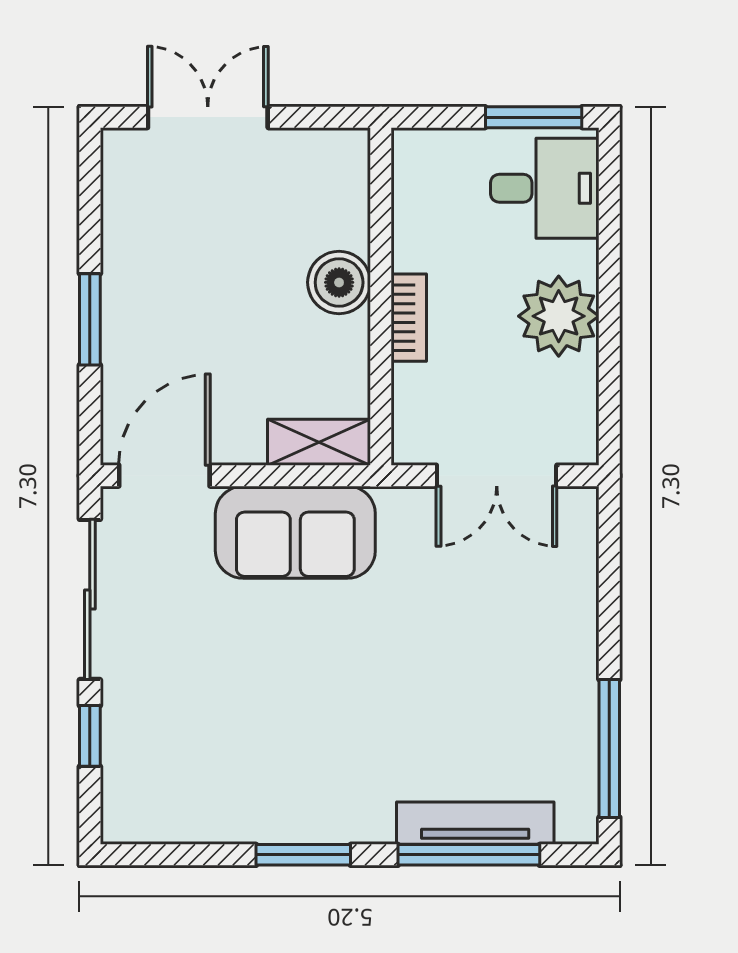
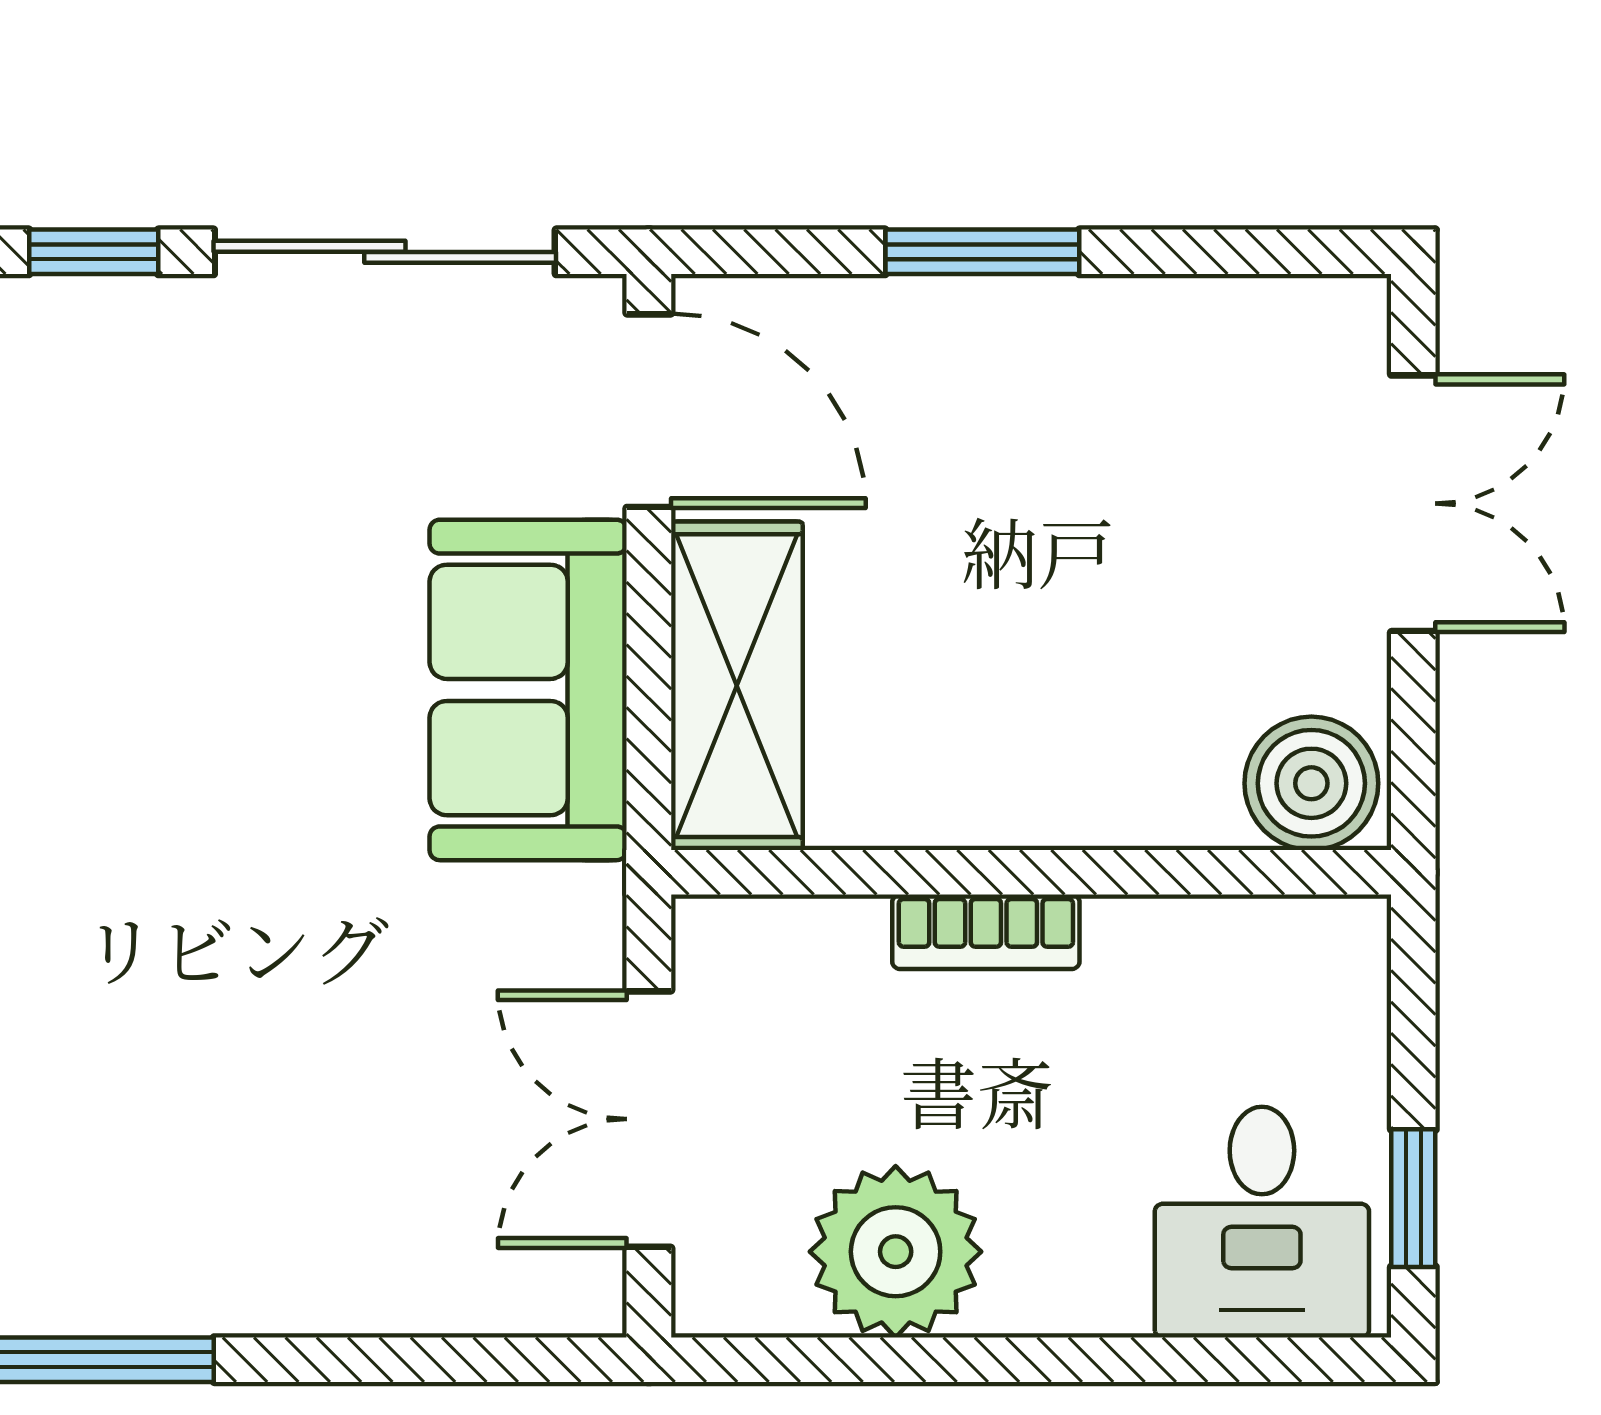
window: (534, 117) -> (1413, 1198), width x0.67
boiler: (339, 282) -> (1311, 783), moved
plant: (559, 316) -> (896, 1252), moved
shelving: (319, 442) -> (737, 686), width x1.50, depth x1.33

